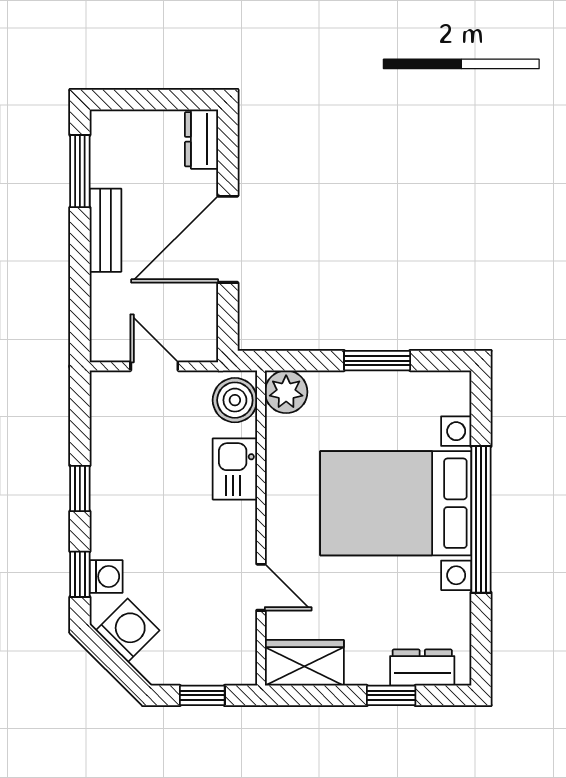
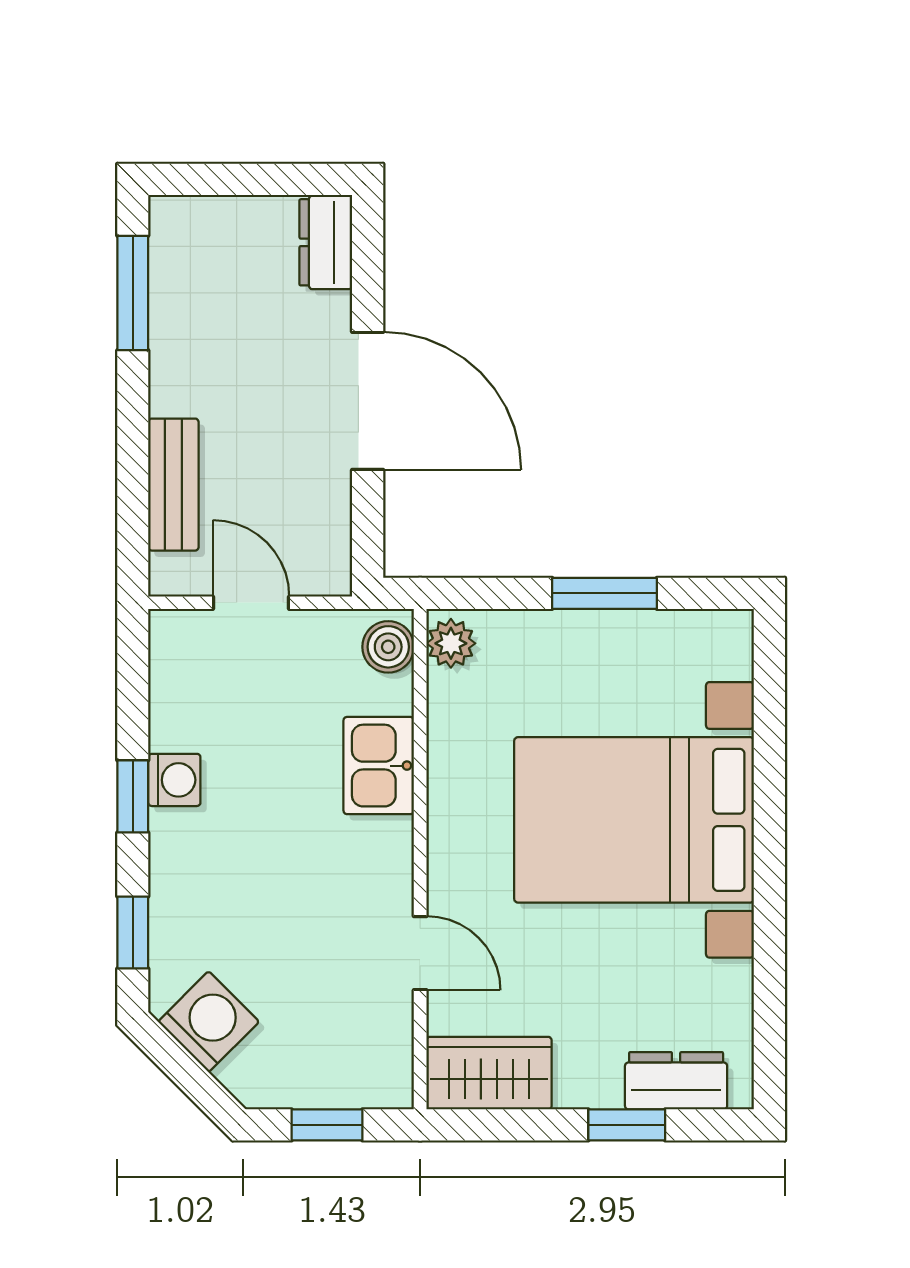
bench: (105, 230) -> (173, 485), moved
door: (228, 239) -> (368, 401), swing flipped
plant: (286, 392) -> (451, 643), width x0.73, depth x0.73
boiler: (235, 400) -> (388, 647), width x0.73, depth x0.73
window: (481, 519) -> (769, 846), removed
washing machine: (106, 576) -> (174, 780), moved

